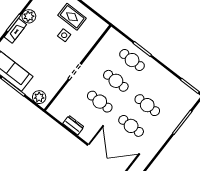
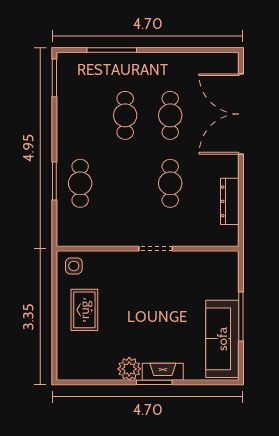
side table: (64, 35) -> (74, 266), moved
cafe table: (116, 81) -> (125, 183), removed
plant: (39, 97) -> (228, 270), removed
dresser: (73, 125) -> (230, 201), width x1.44

